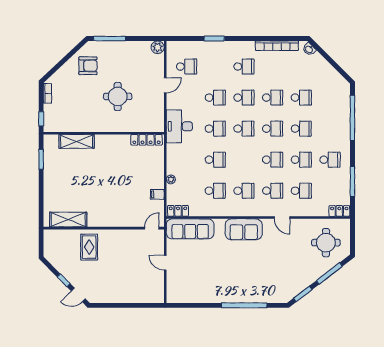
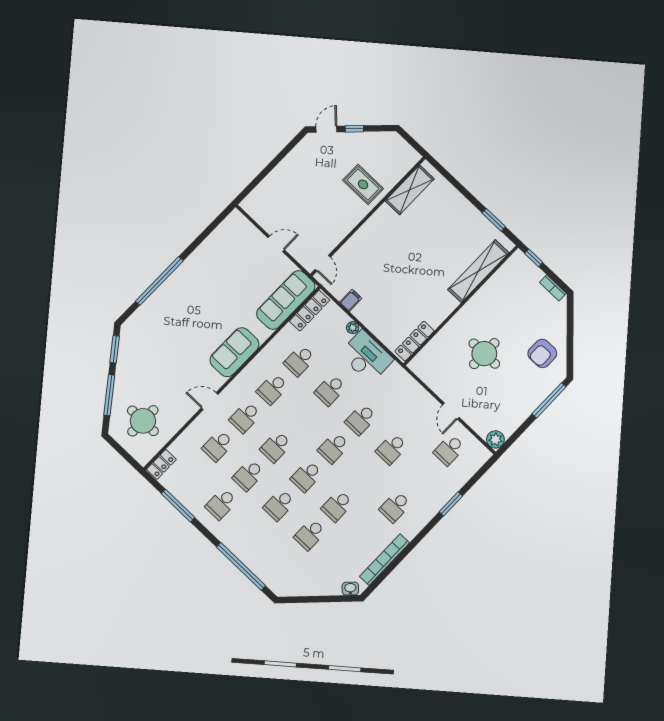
school desk: (244, 98) -> (364, 477), removed
desk: (179, 126) -> (366, 357), moved
shelving: (77, 141) -> (478, 271), width x1.47
locker: (178, 211) -> (310, 311), width x1.53

